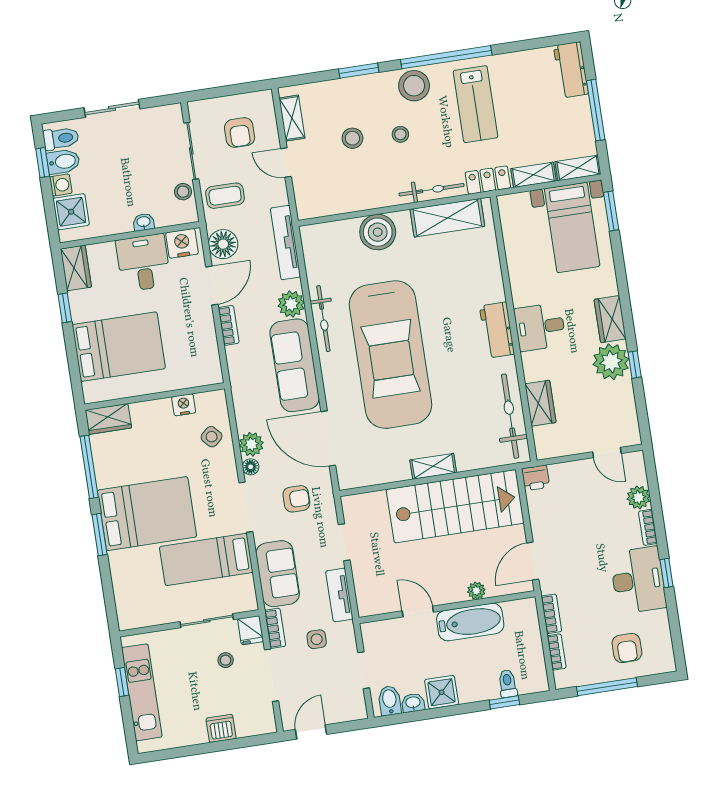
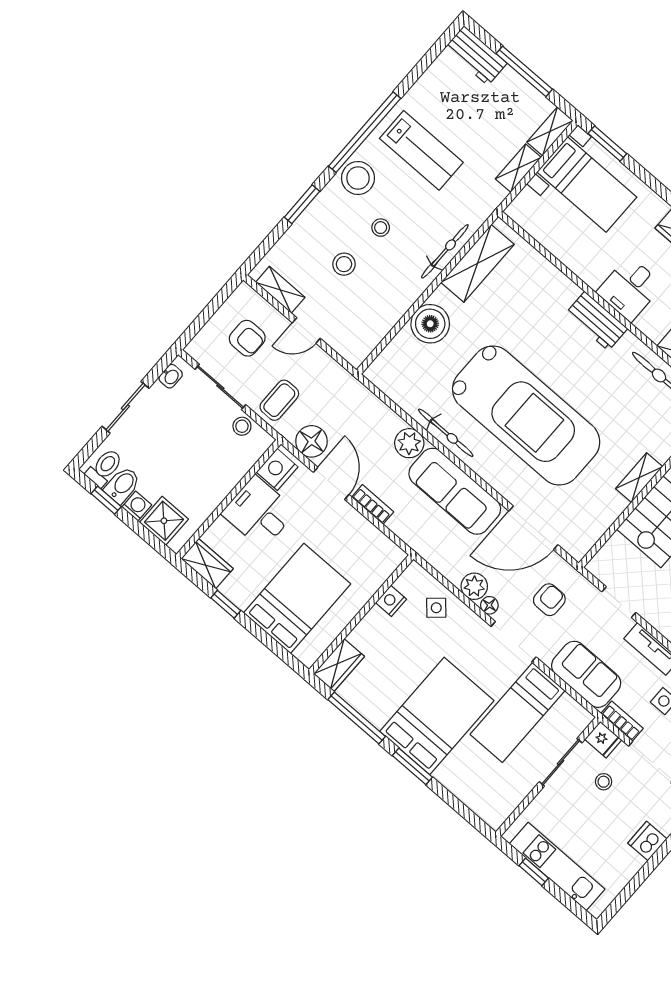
locker: (488, 180) -> (484, 204), removed
washbasin: (144, 222) -> (171, 376), moved, turned 180
tv unit: (285, 243) -> (362, 397), removed

